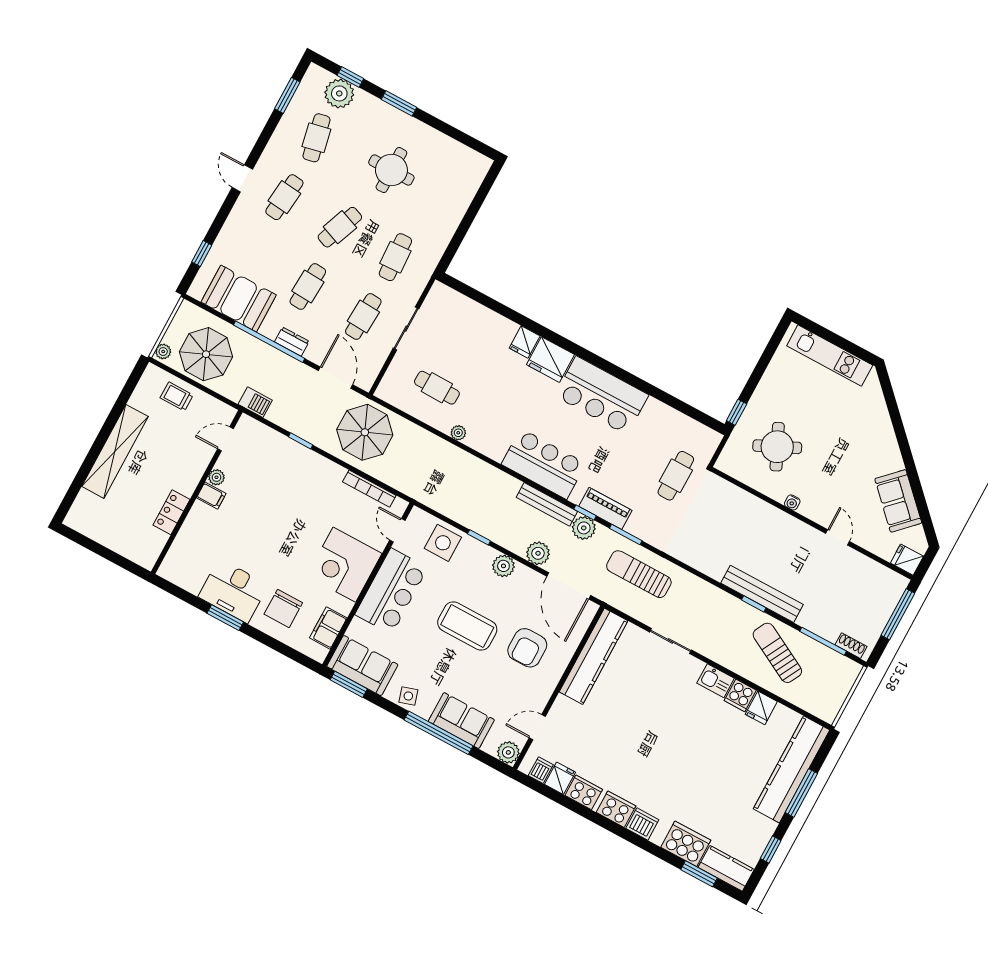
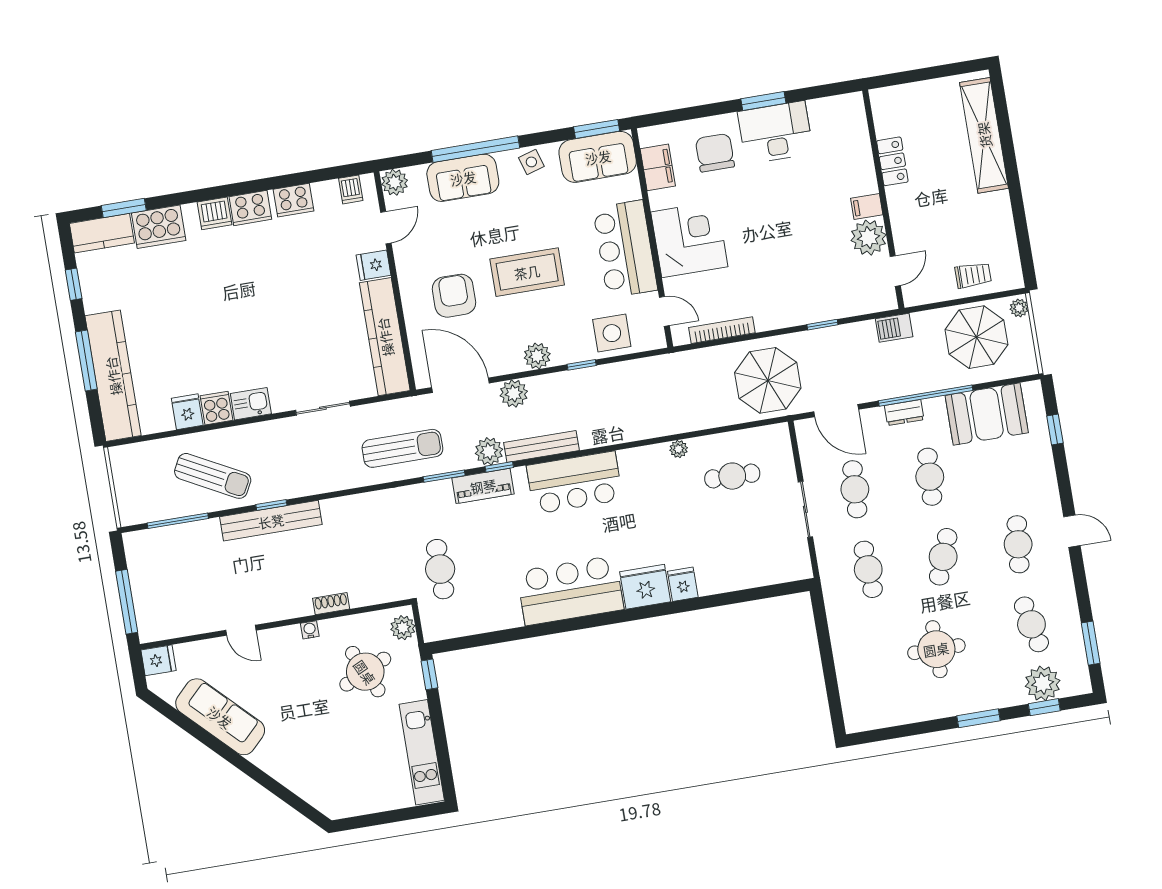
kitchen unit: (830, 355) -> (422, 752), moved, turned -90
shelving: (115, 451) -> (984, 135), moved
plant: (730, 456) -> (403, 628), added
plant: (216, 477) -> (869, 238), width x1.87, depth x1.87
sofa: (898, 501) -> (220, 717), width x1.36
shoe rack: (851, 646) -> (331, 604), moved, turned 180
fridge: (560, 778) -> (373, 265), moved, turned 90

